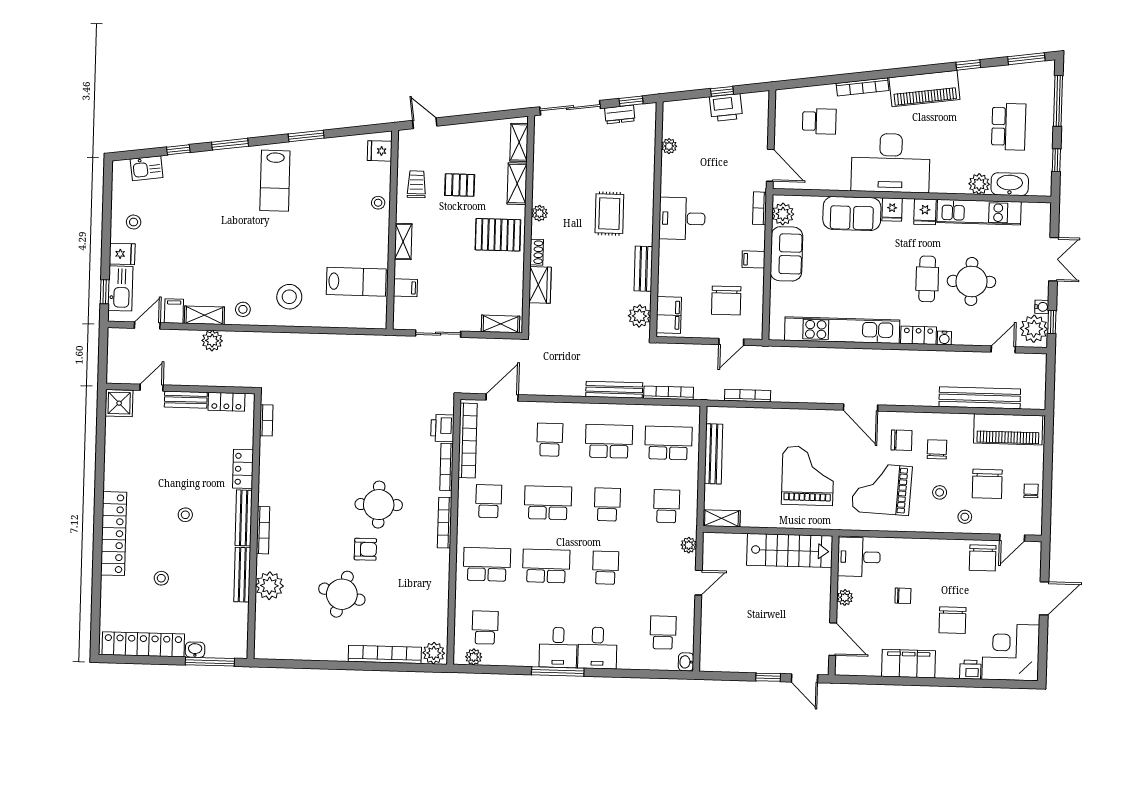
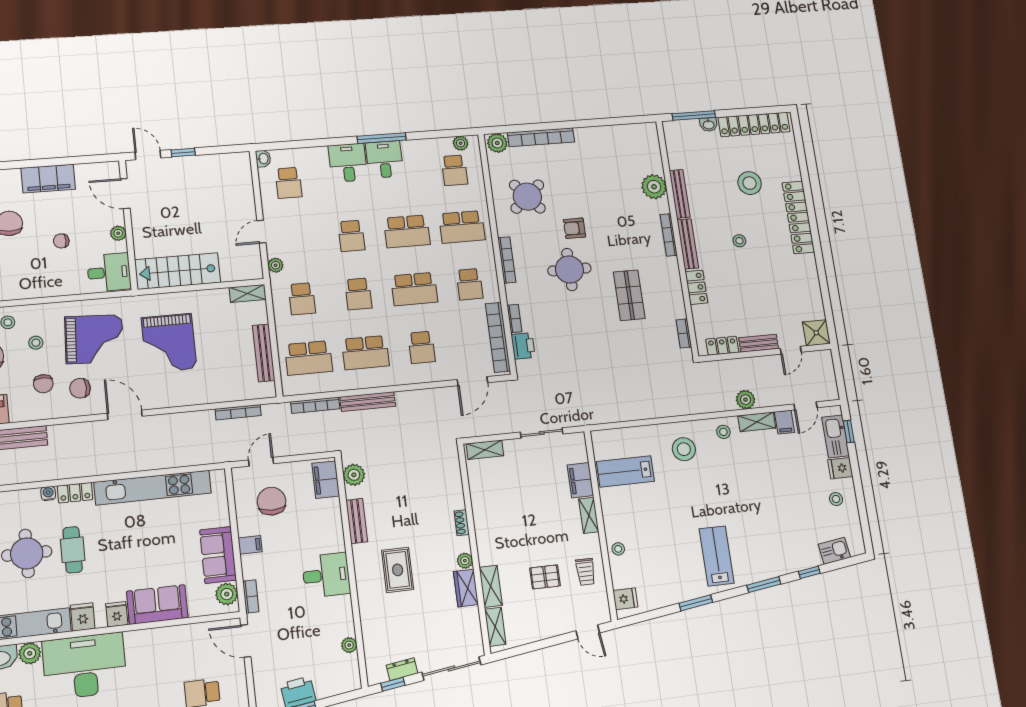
desk: (891, 163) -> (85, 666), moved
pallet: (498, 235) -> (501, 534), removed
wardrobe: (540, 285) -> (466, 588), moved
filing cabinet: (405, 288) -> (580, 480), width x2.00
bookcase: (447, 467) -> (514, 319), width x0.64
shop shelf: (318, 469) -> (629, 295), added
stool: (161, 578) -> (750, 183), width x1.89, depth x1.89
round table: (342, 594) -> (527, 197), moved, turned 33

